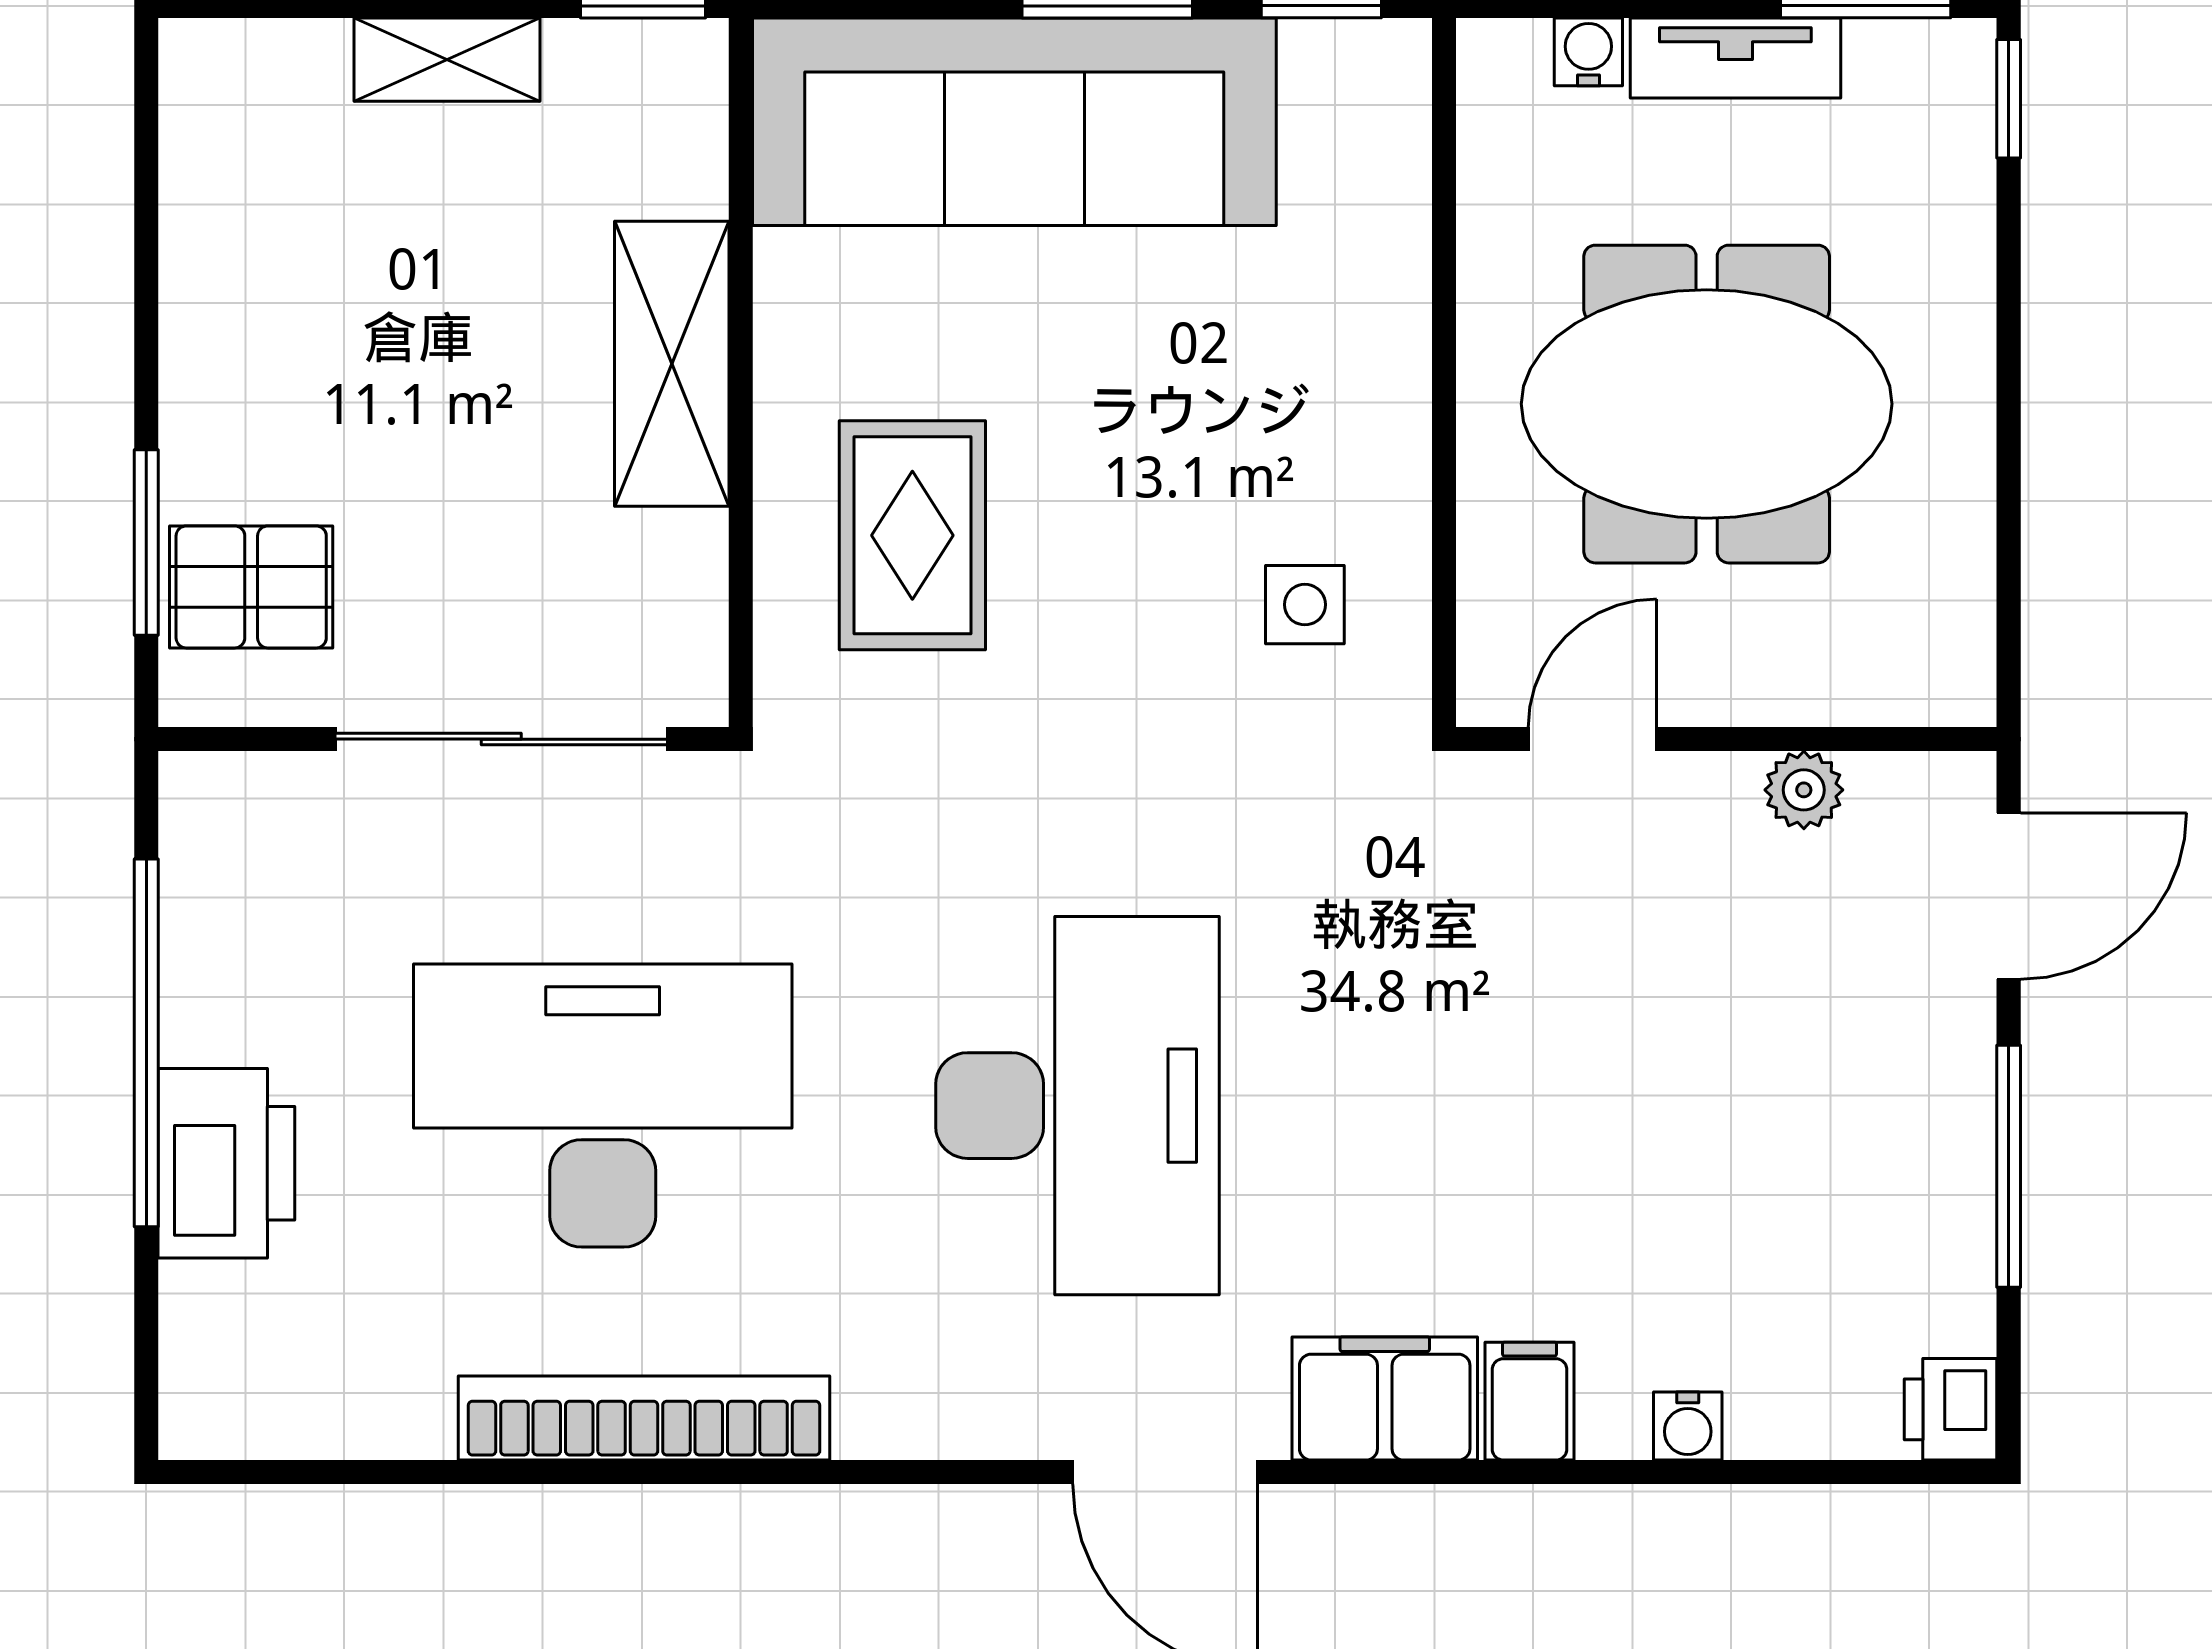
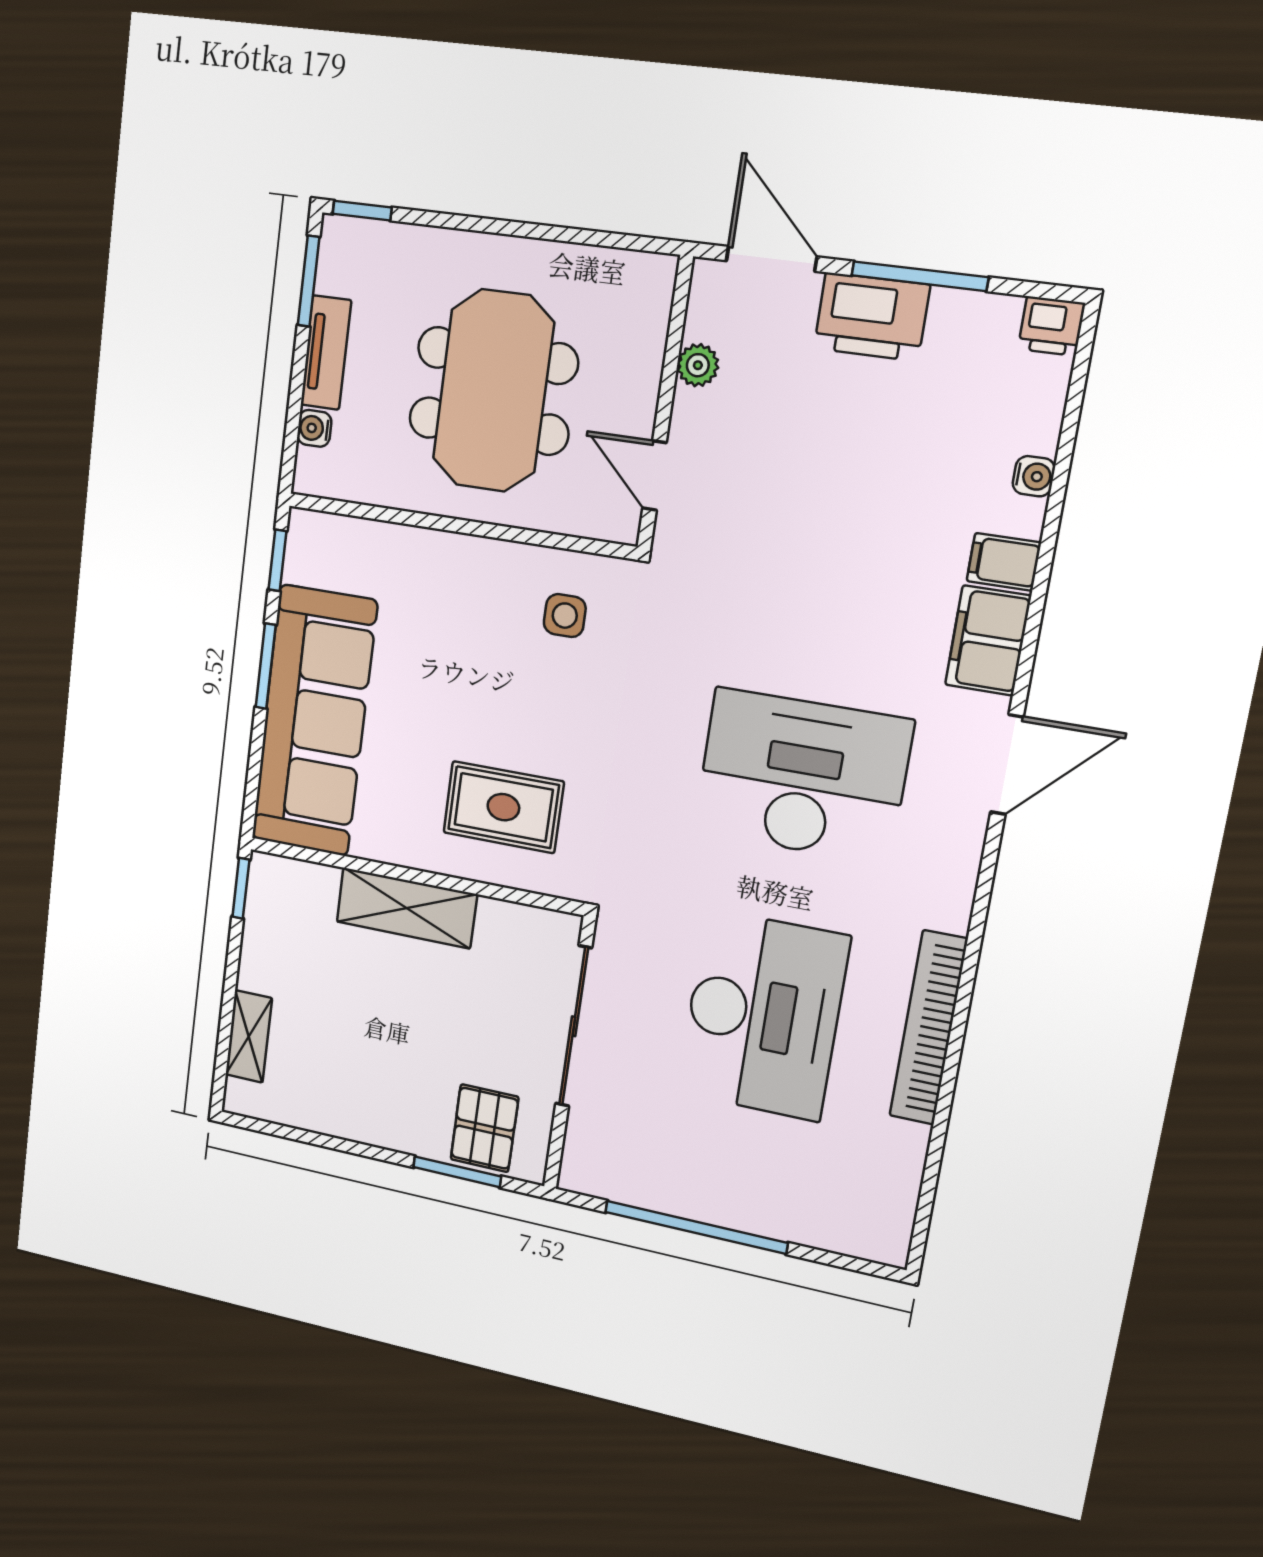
shelving: (447, 60) -> (249, 1036), moved
desk: (603, 1106) -> (763, 1015), turned 180
printer: (226, 1163) -> (872, 317), moved, turned 180

